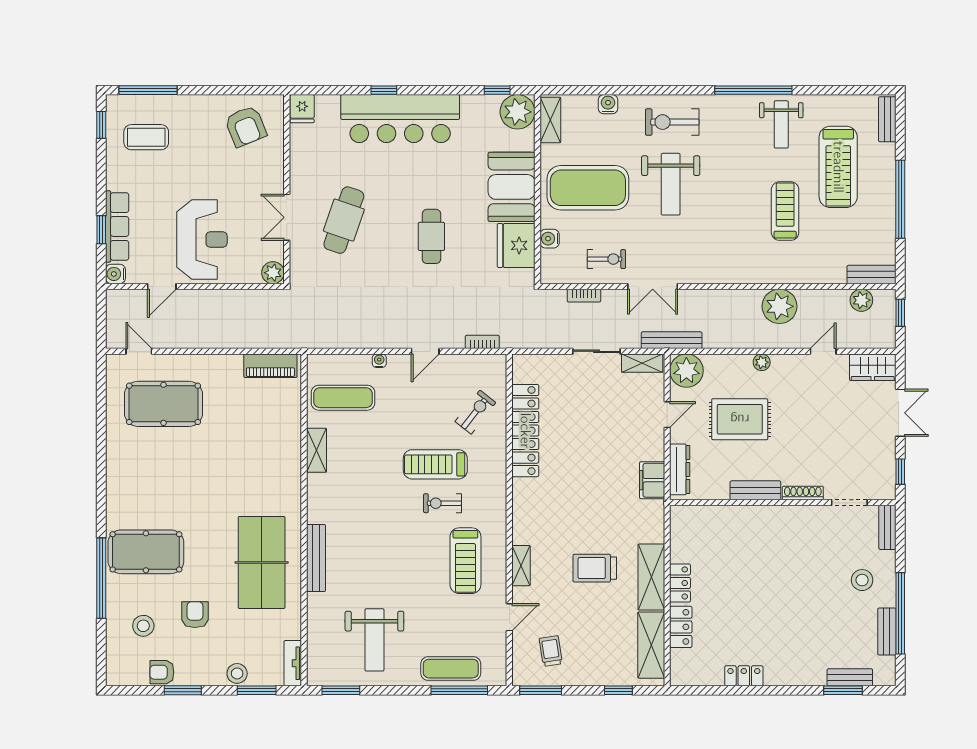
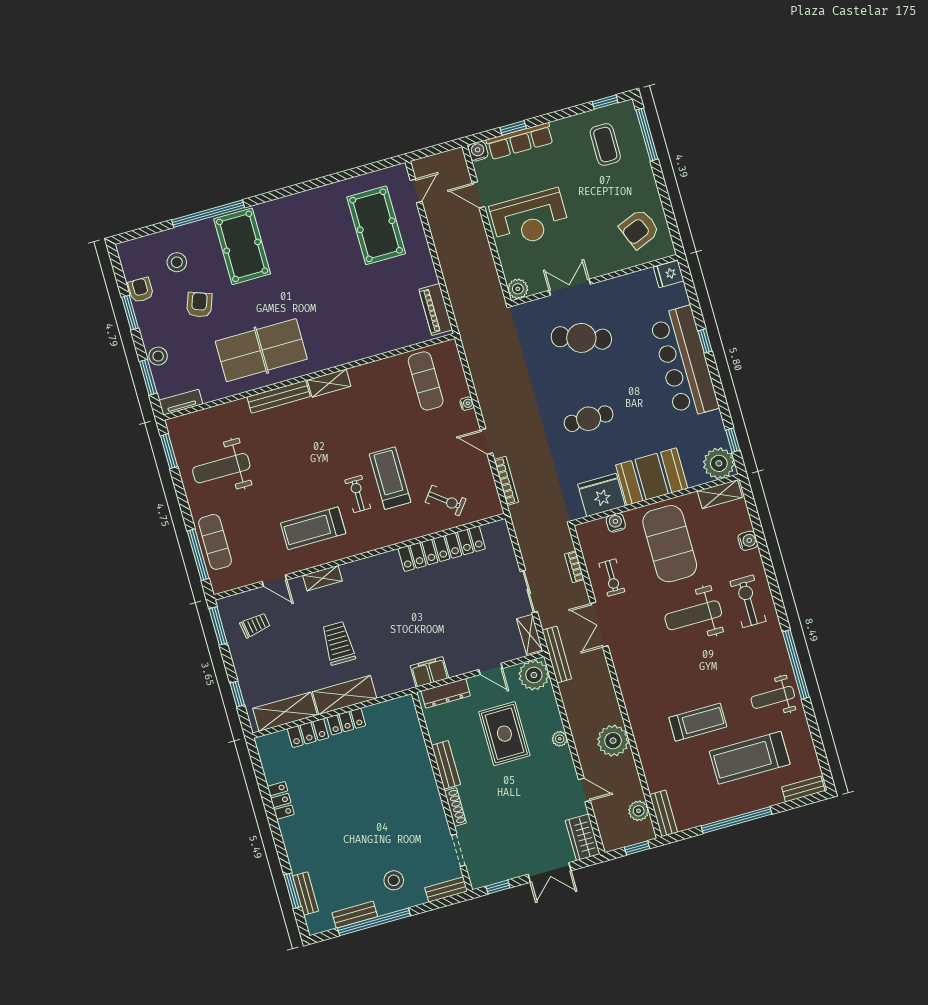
bookcase: (482, 342) -> (506, 481), width x1.56
shelving: (317, 450) -> (329, 383), moved
armchair: (195, 615) -> (199, 305), turned -70

